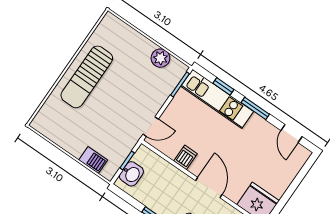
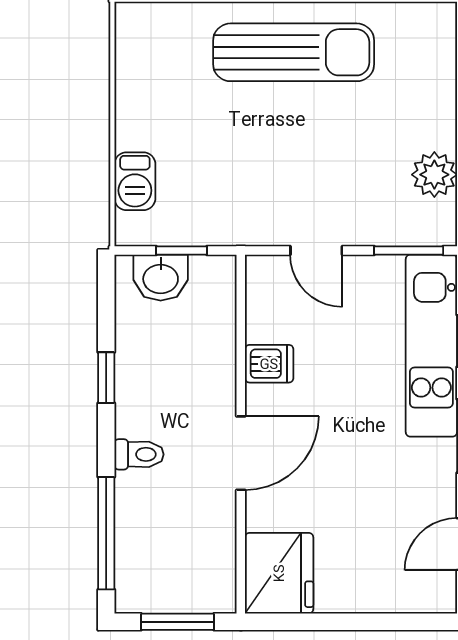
sun lounger: (87, 77) -> (294, 52), turned 180
door: (151, 127) -> (316, 250), moved

